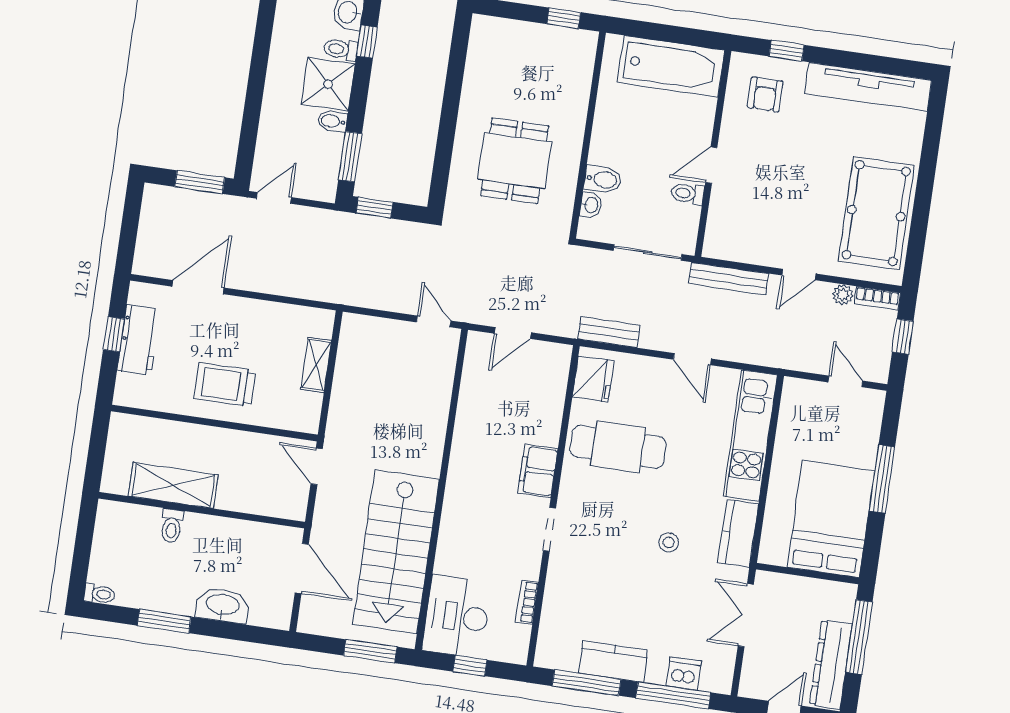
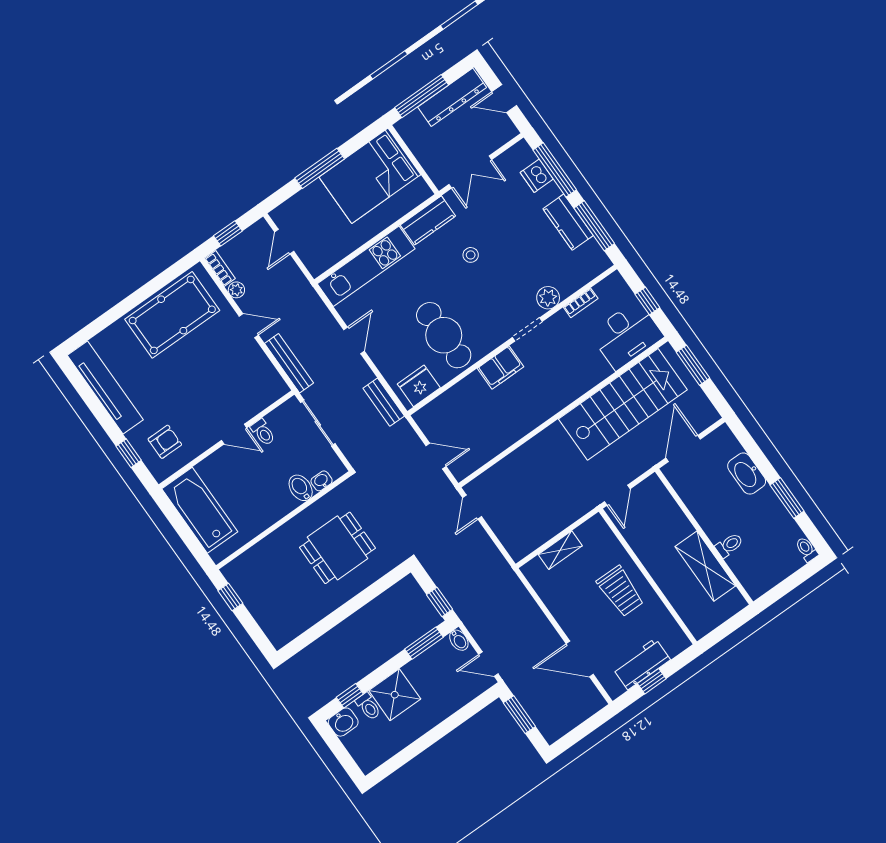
bidet: (332, 121) -> (459, 640), moved
plant: (561, 576) -> (548, 298), added

